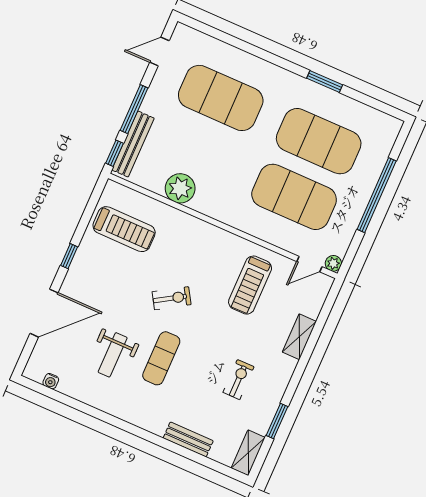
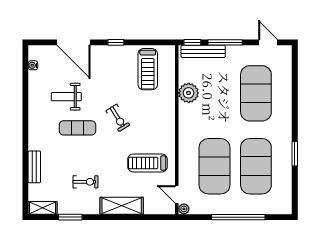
shelving: (299, 337) -> (122, 206), width x1.50, depth x1.33

